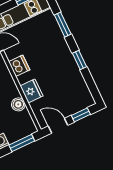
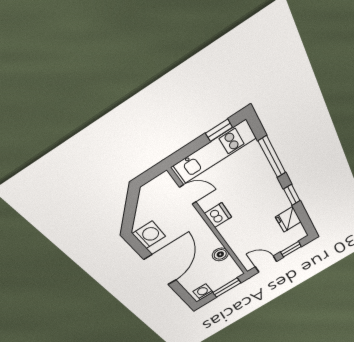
window: (63, 25) -> (272, 157), width x1.44
fridge: (32, 91) -> (288, 219), moved, turned 180

